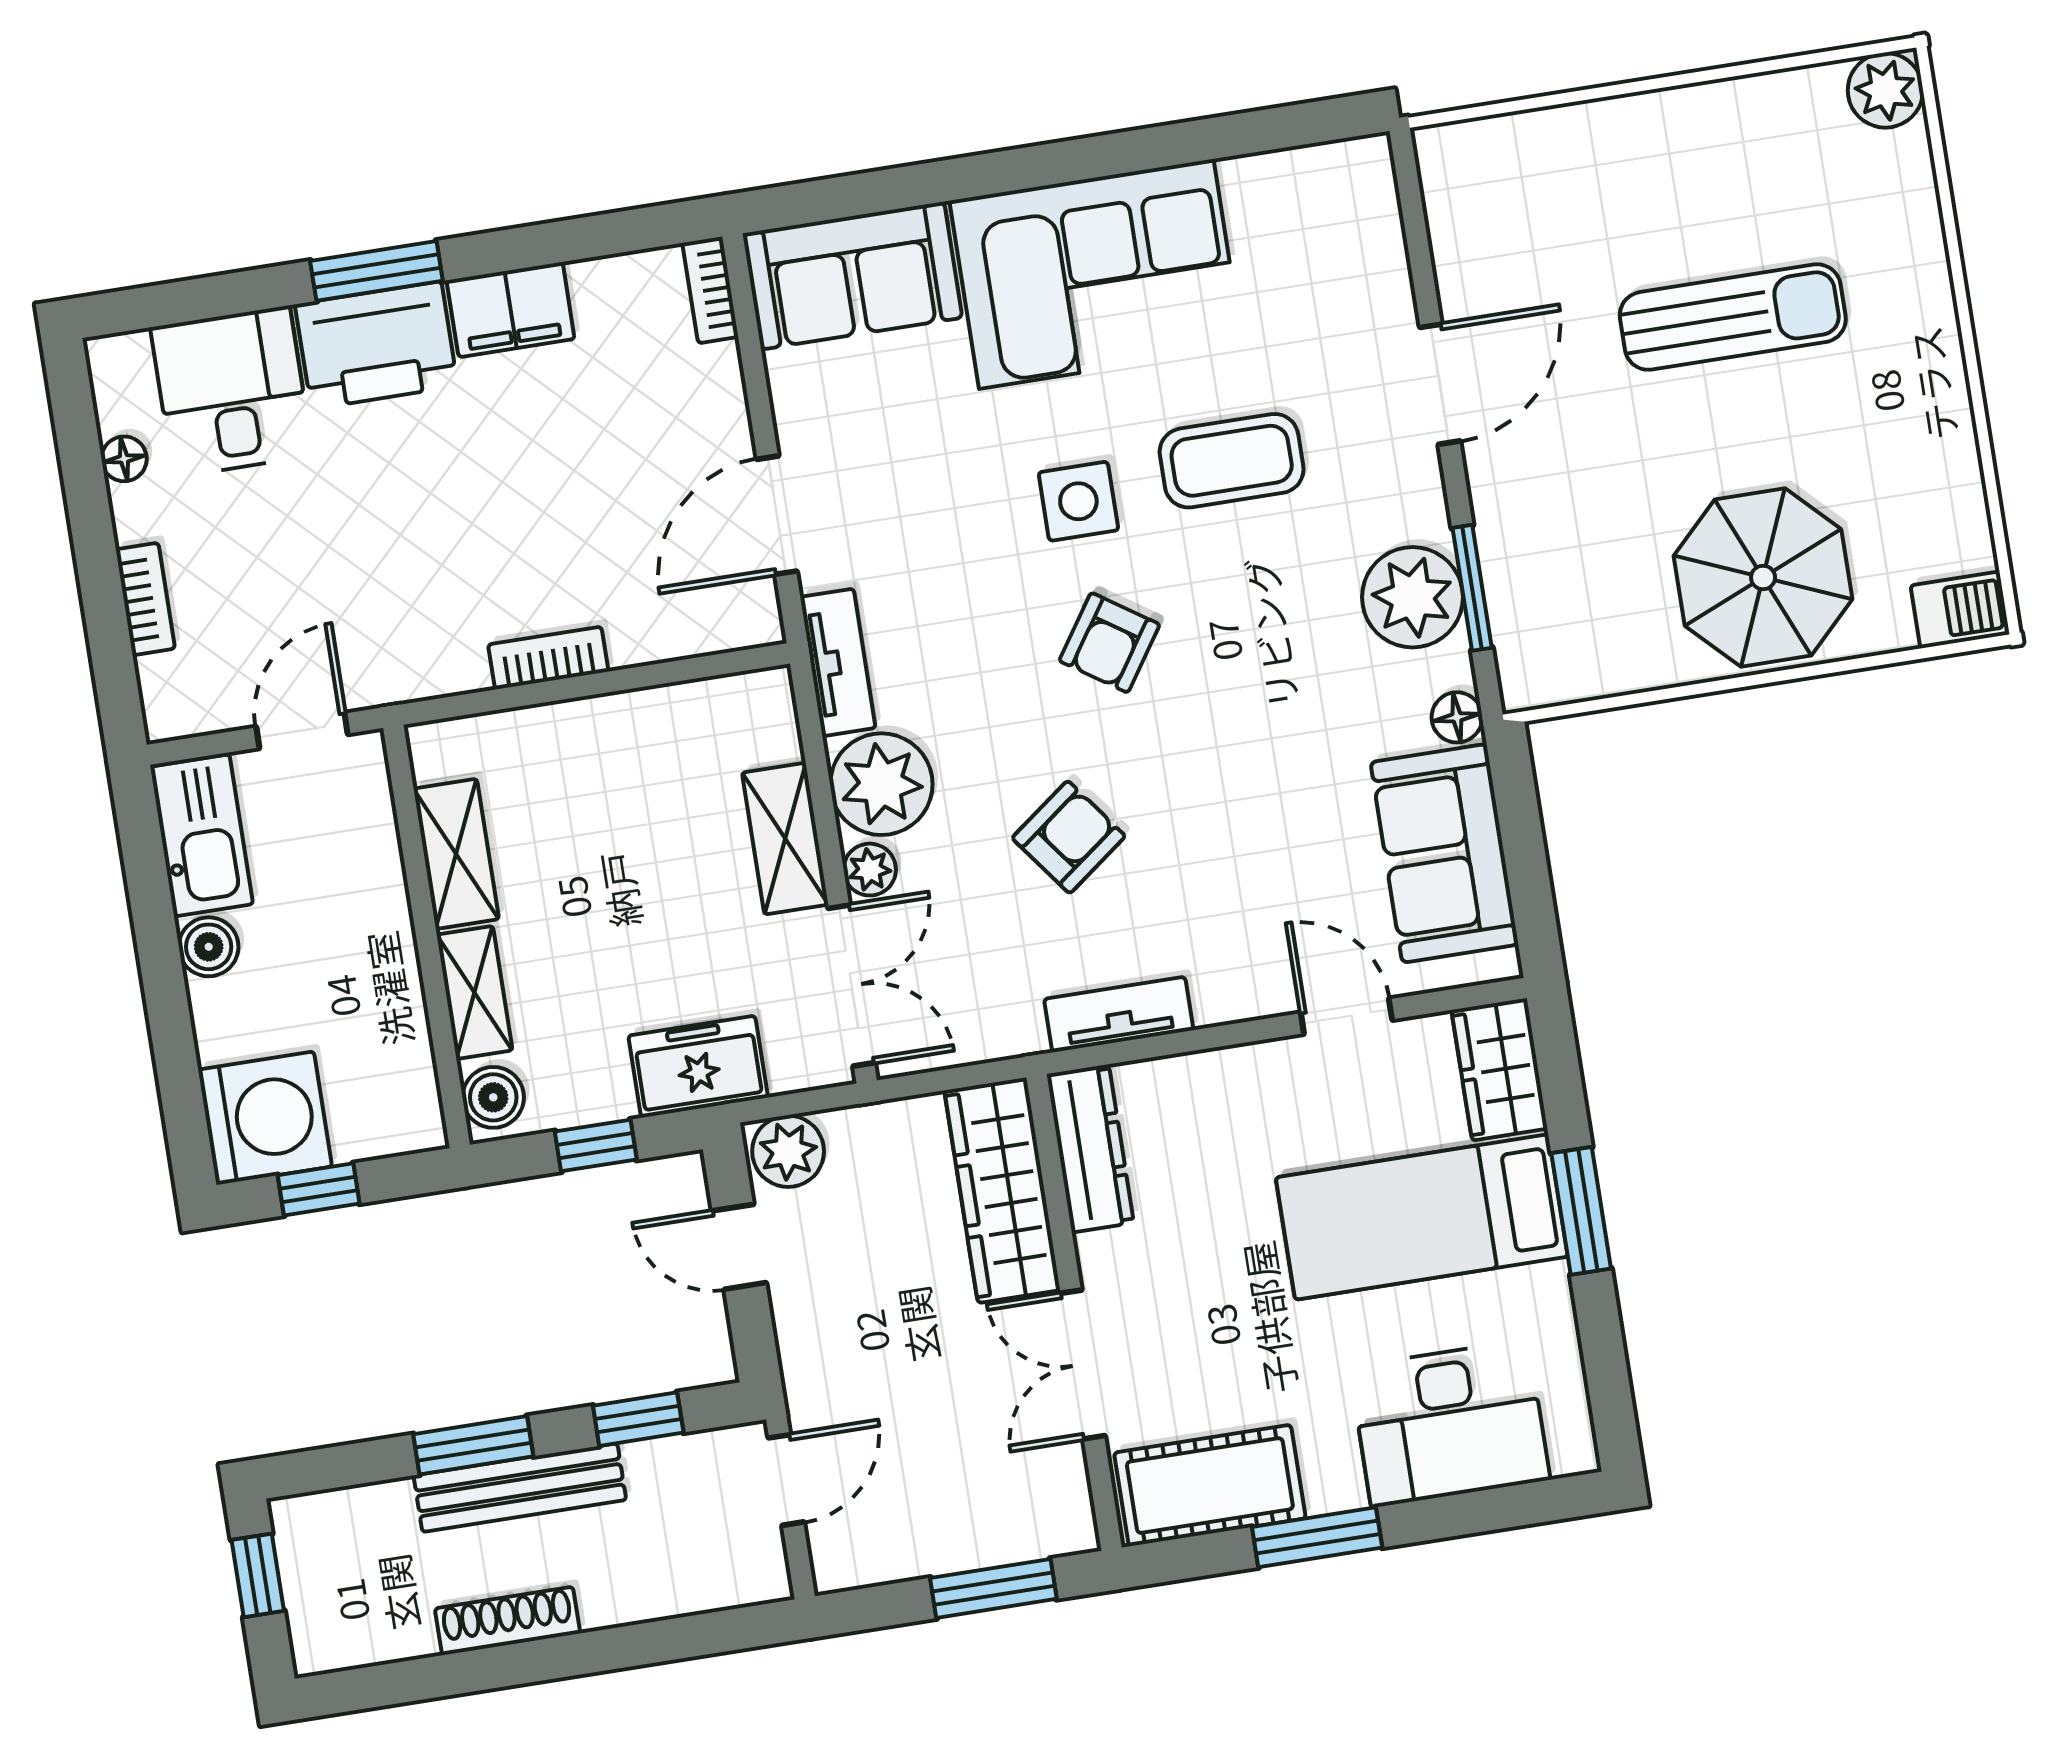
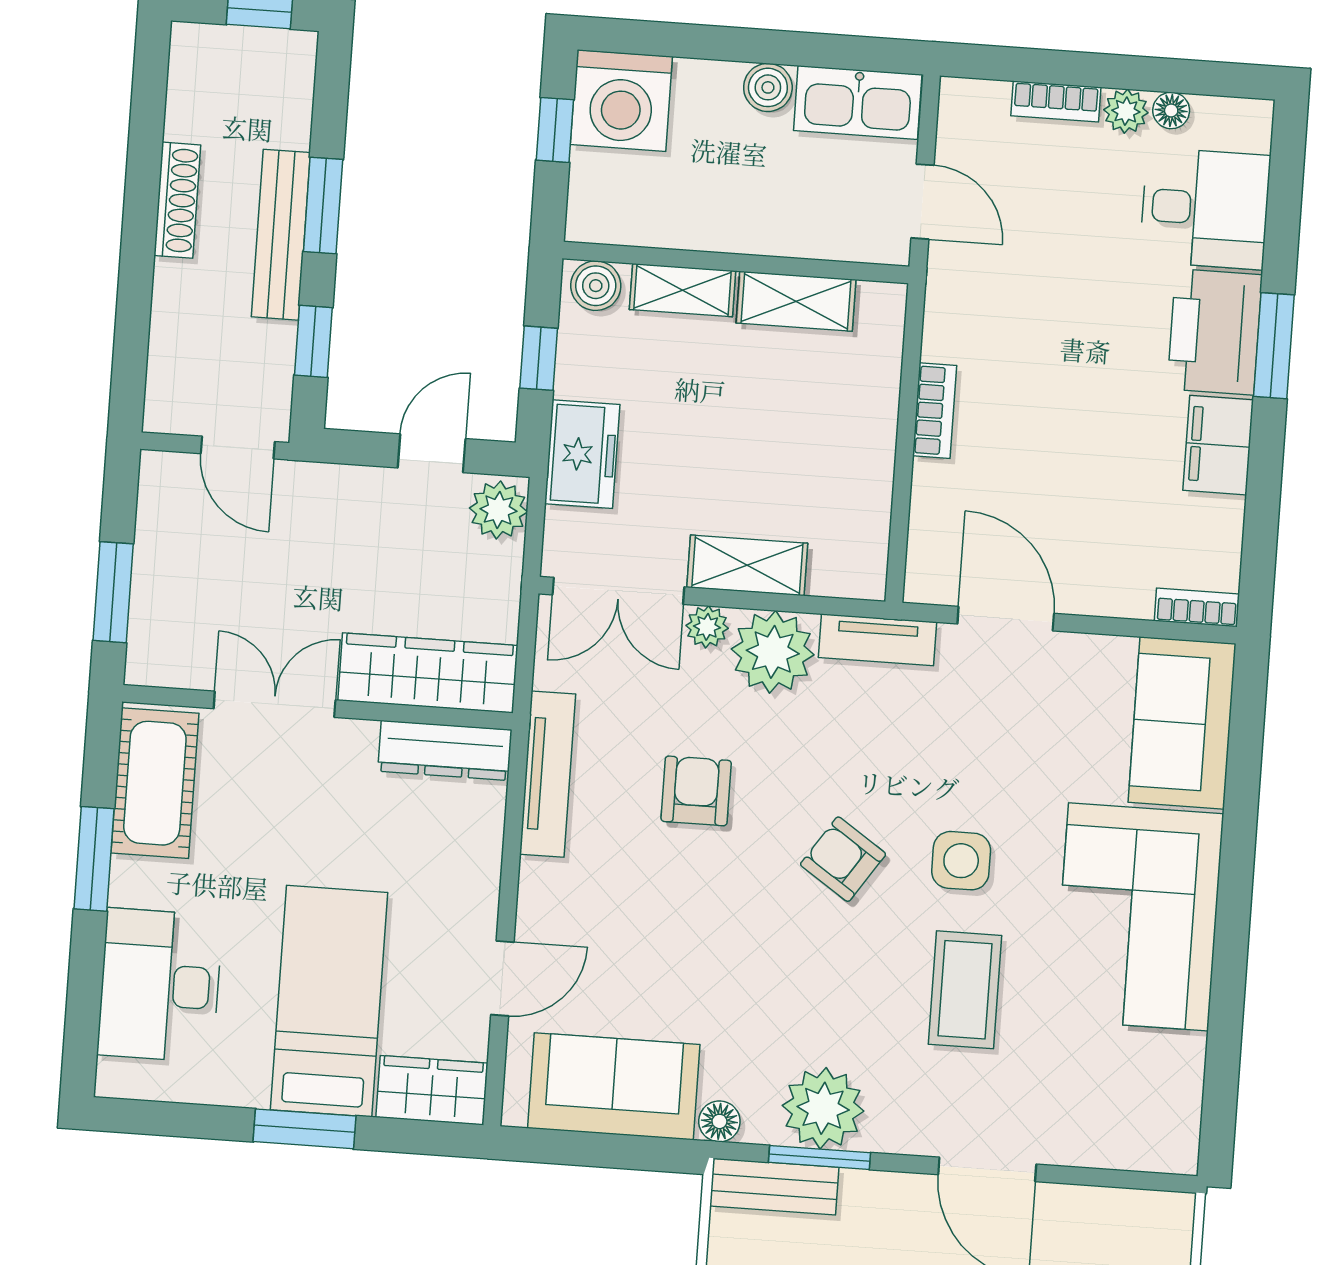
plant: (138, 513) -> (1126, 111), added
bench: (1520, 634) -> (774, 1187), added
armchair: (1069, 837) -> (696, 791), turned -143
tv unit: (1119, 1015) -> (548, 774), width x1.41

